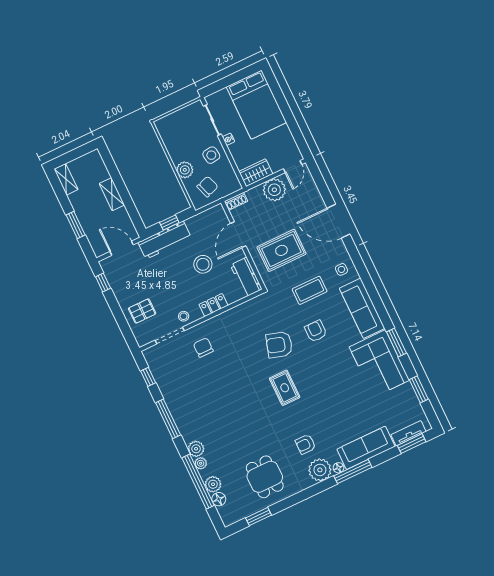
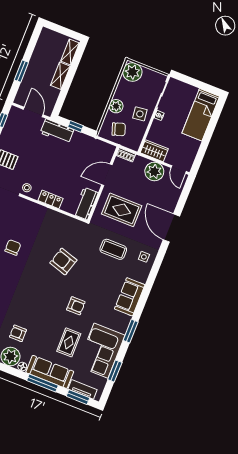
bed: (256, 105) -> (201, 115), width x0.67
plant: (168, 127) -> (132, 72), added
door: (293, 167) -> (179, 170), hinge flipped
shelving: (66, 179) -> (70, 52), moved
workbench: (165, 240) -> (57, 131), width x0.73
stool: (203, 264) -> (69, 170), removed
sofa: (362, 308) -> (130, 297), width x0.73
armchair: (316, 331) -> (76, 306), moved, turned 90
chair: (203, 347) -> (13, 247), moved
corner sofa: (379, 364) -> (101, 351), moved
rug: (285, 388) -> (69, 342), moved
window: (353, 472) -> (42, 383), moved

